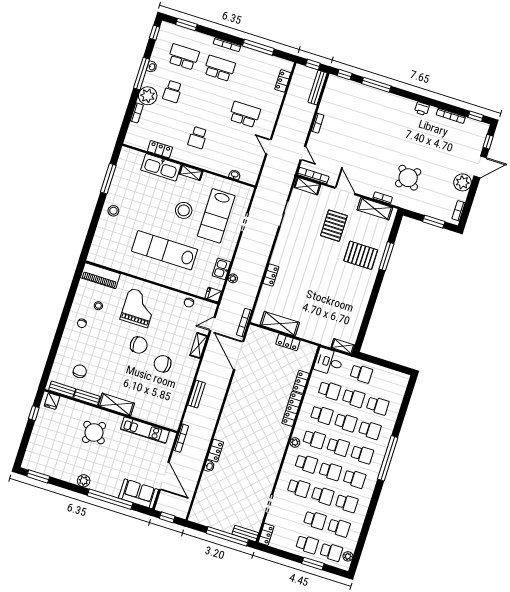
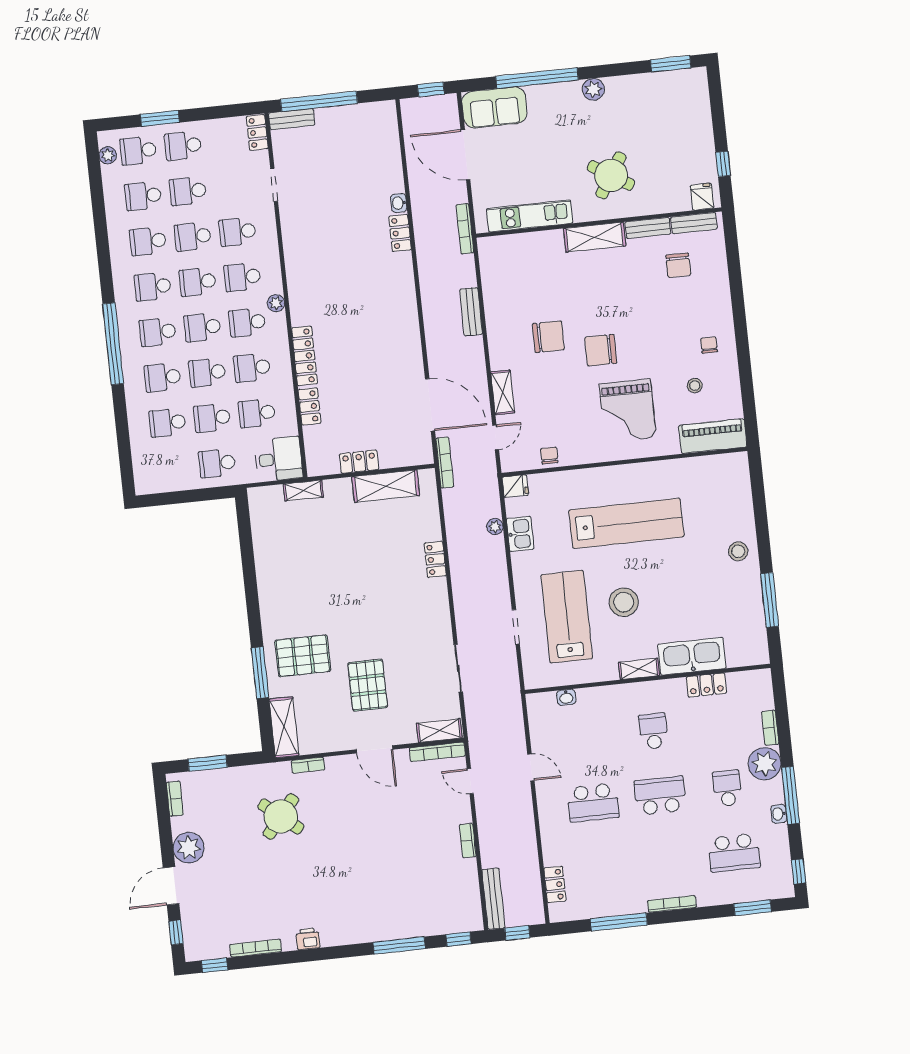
school desk: (220, 68) -> (660, 796), moved, turned 180
shelving: (375, 209) -> (284, 727), moved, turned 90
shelving: (343, 346) -> (303, 491), moved

